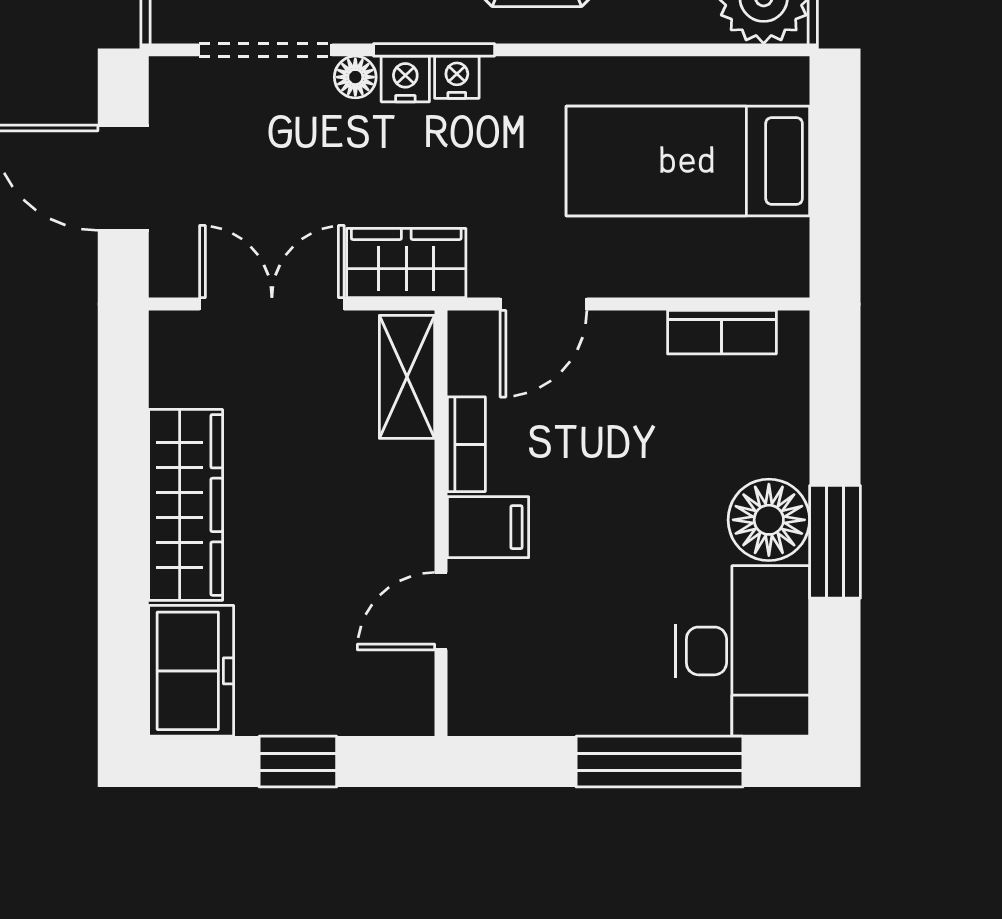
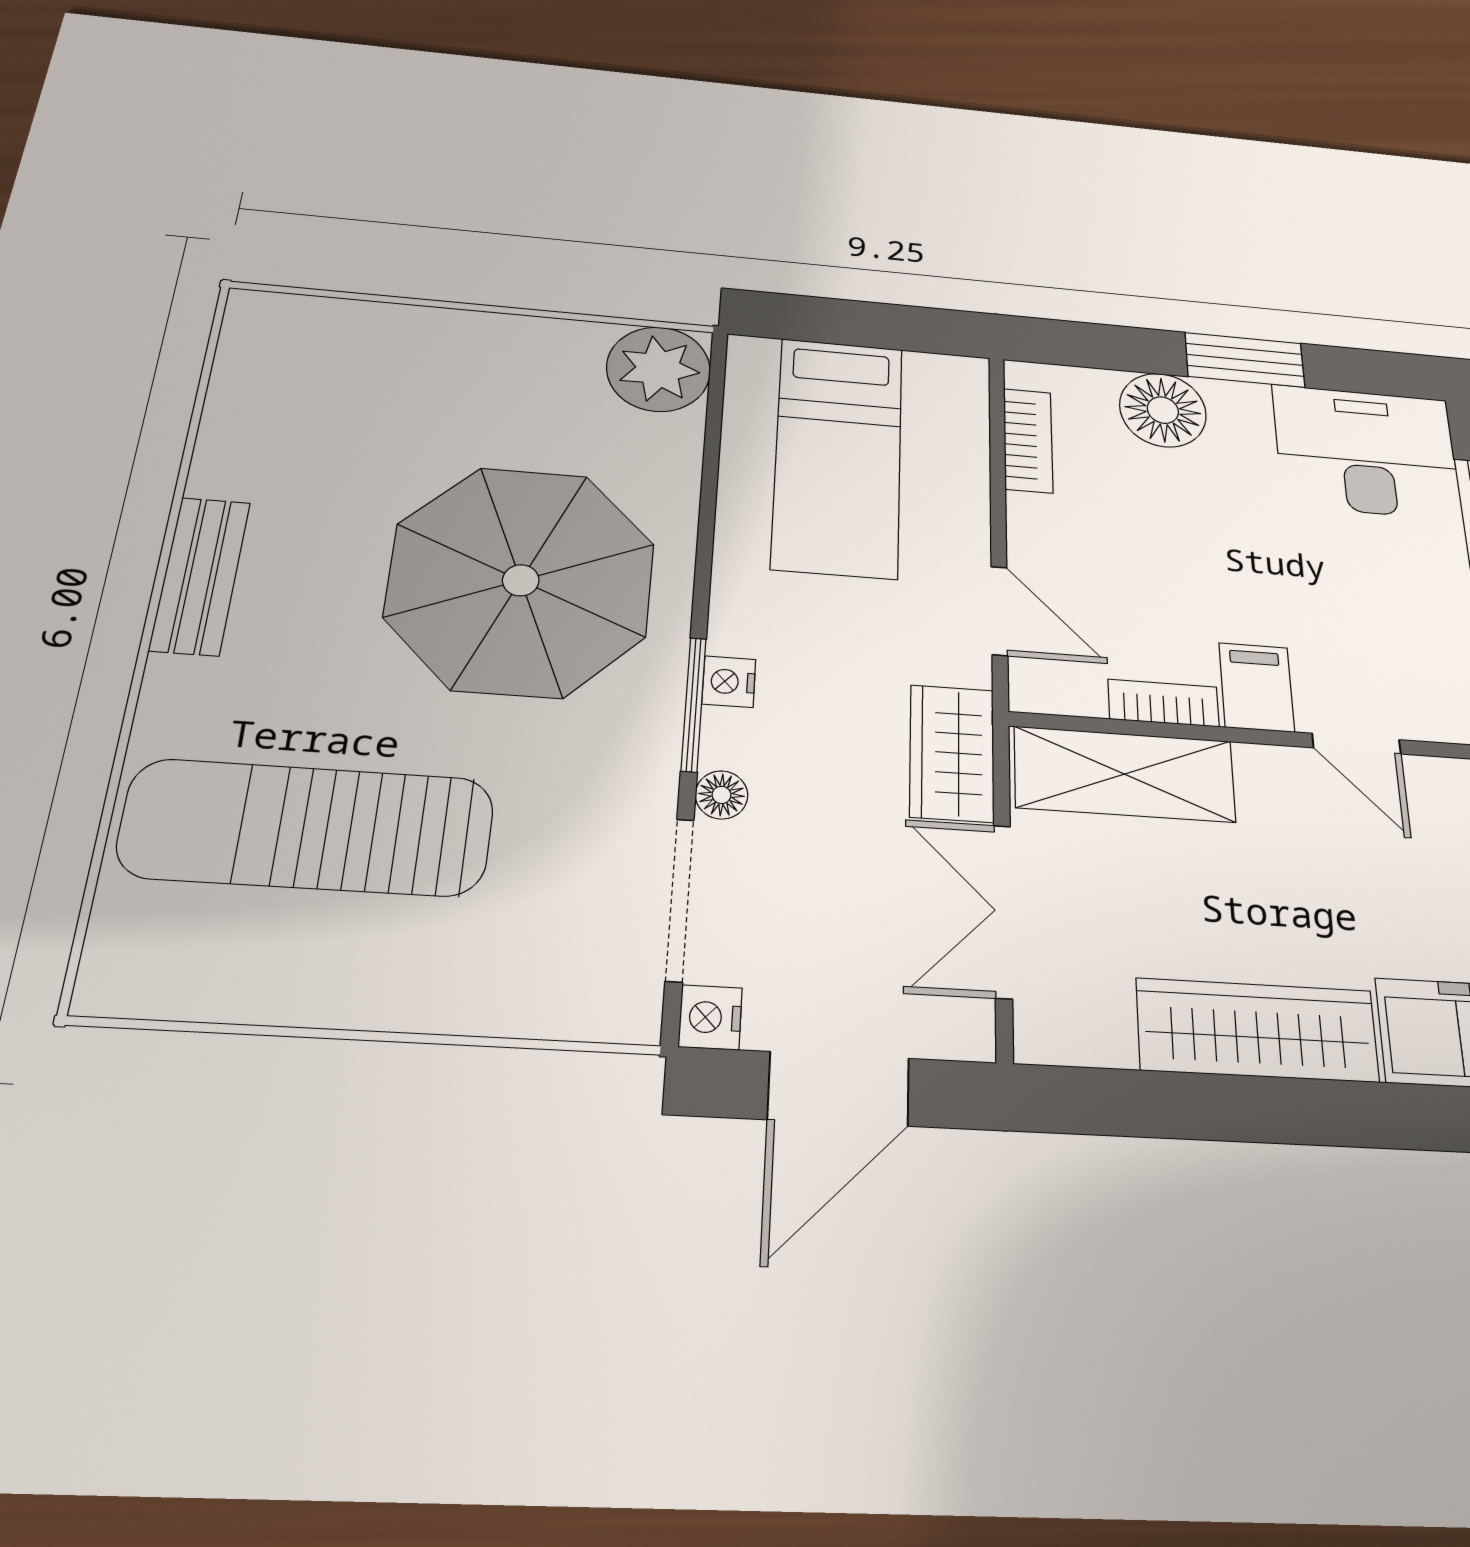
nightstand: (405, 79) -> (710, 1017), moved
shelving: (407, 377) -> (1125, 774), width x1.50, depth x1.33
floor lamp: (769, 520) -> (1163, 410), moved

